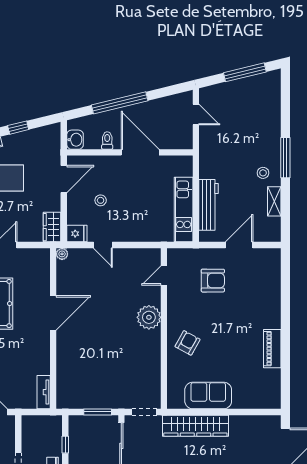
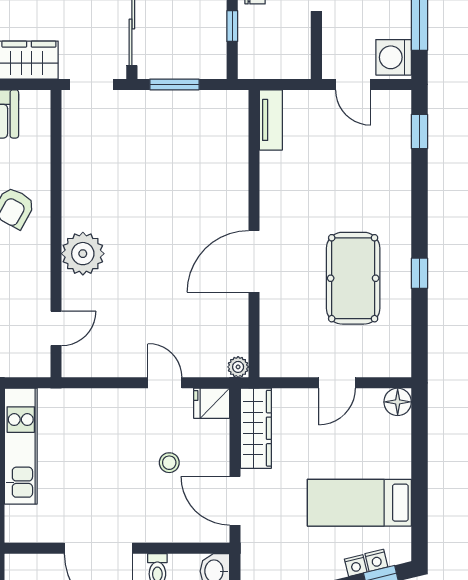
door: (64, 179) -> (235, 501), hinge flipped
wardrobe: (52, 227) -> (256, 428), width x1.50

